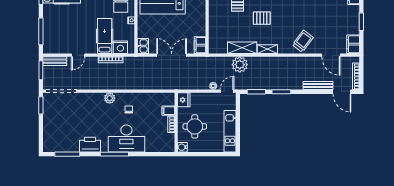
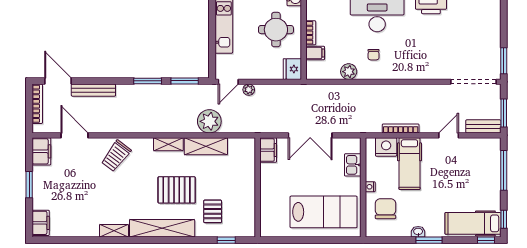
pallet: (262, 18) -> (177, 190), width x1.50, depth x1.42
kitchen sink: (143, 46) -> (353, 165), moved
plant: (110, 98) -> (349, 72), moved

